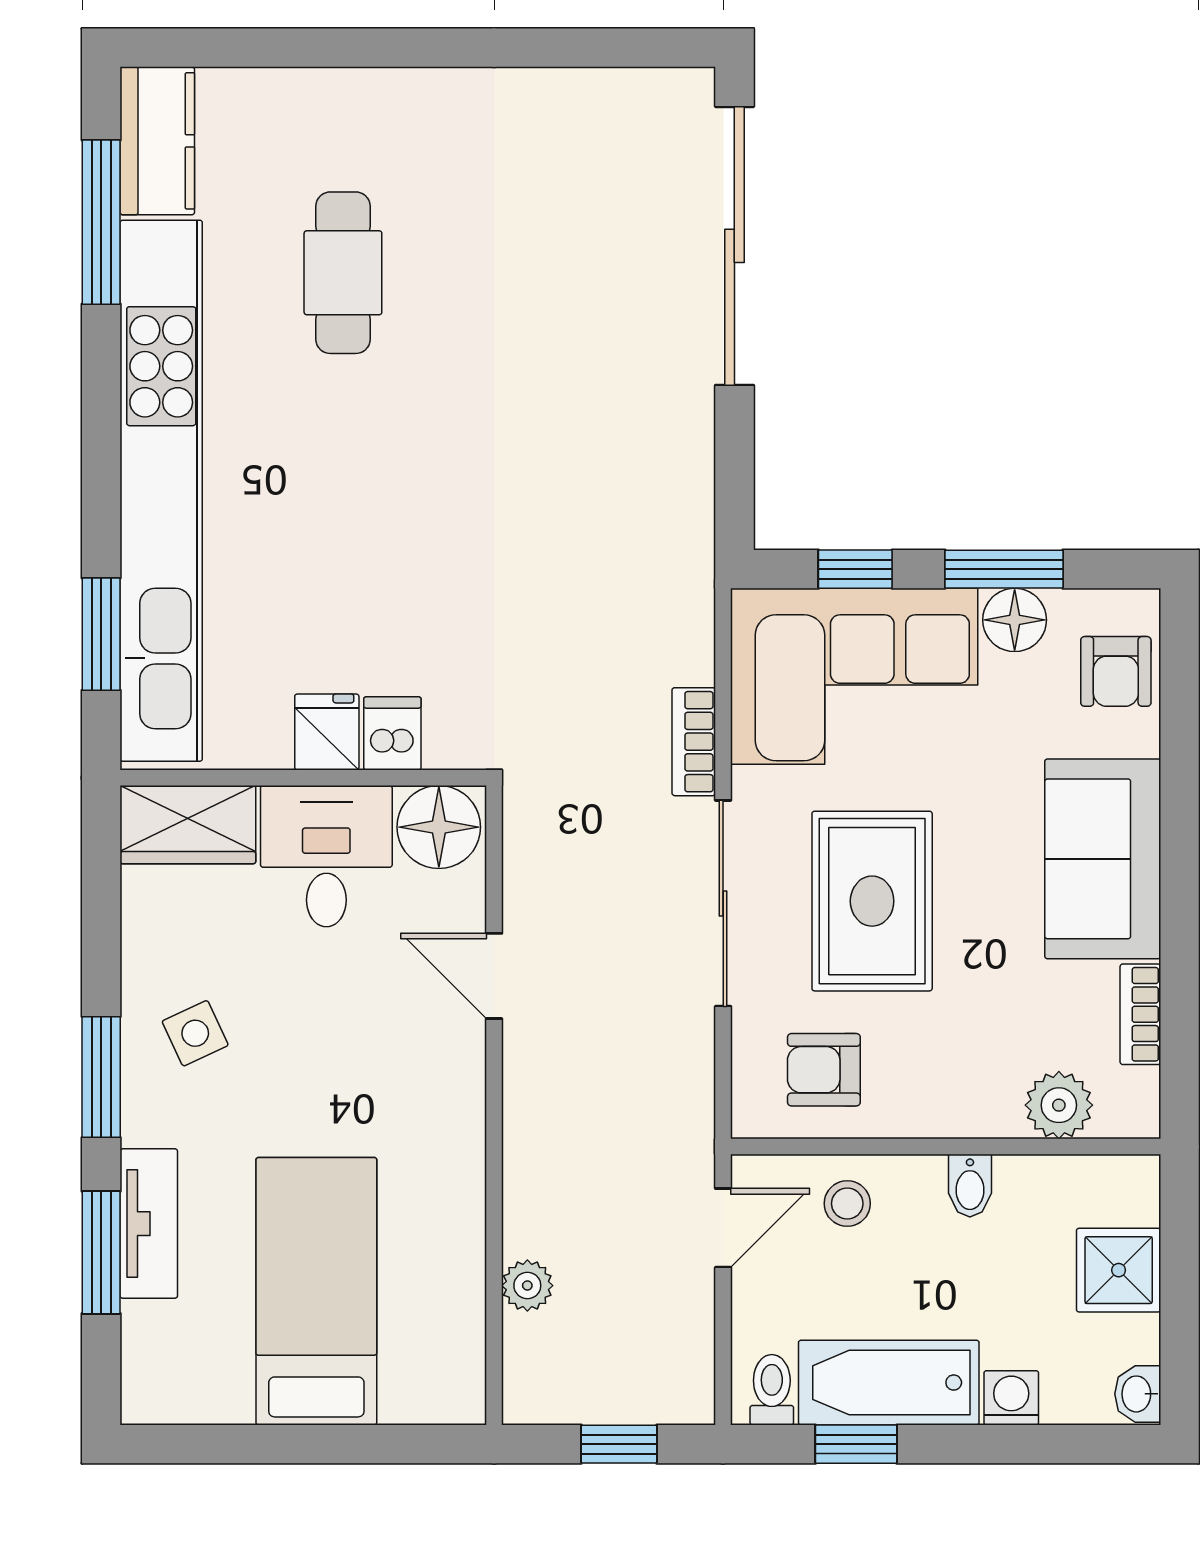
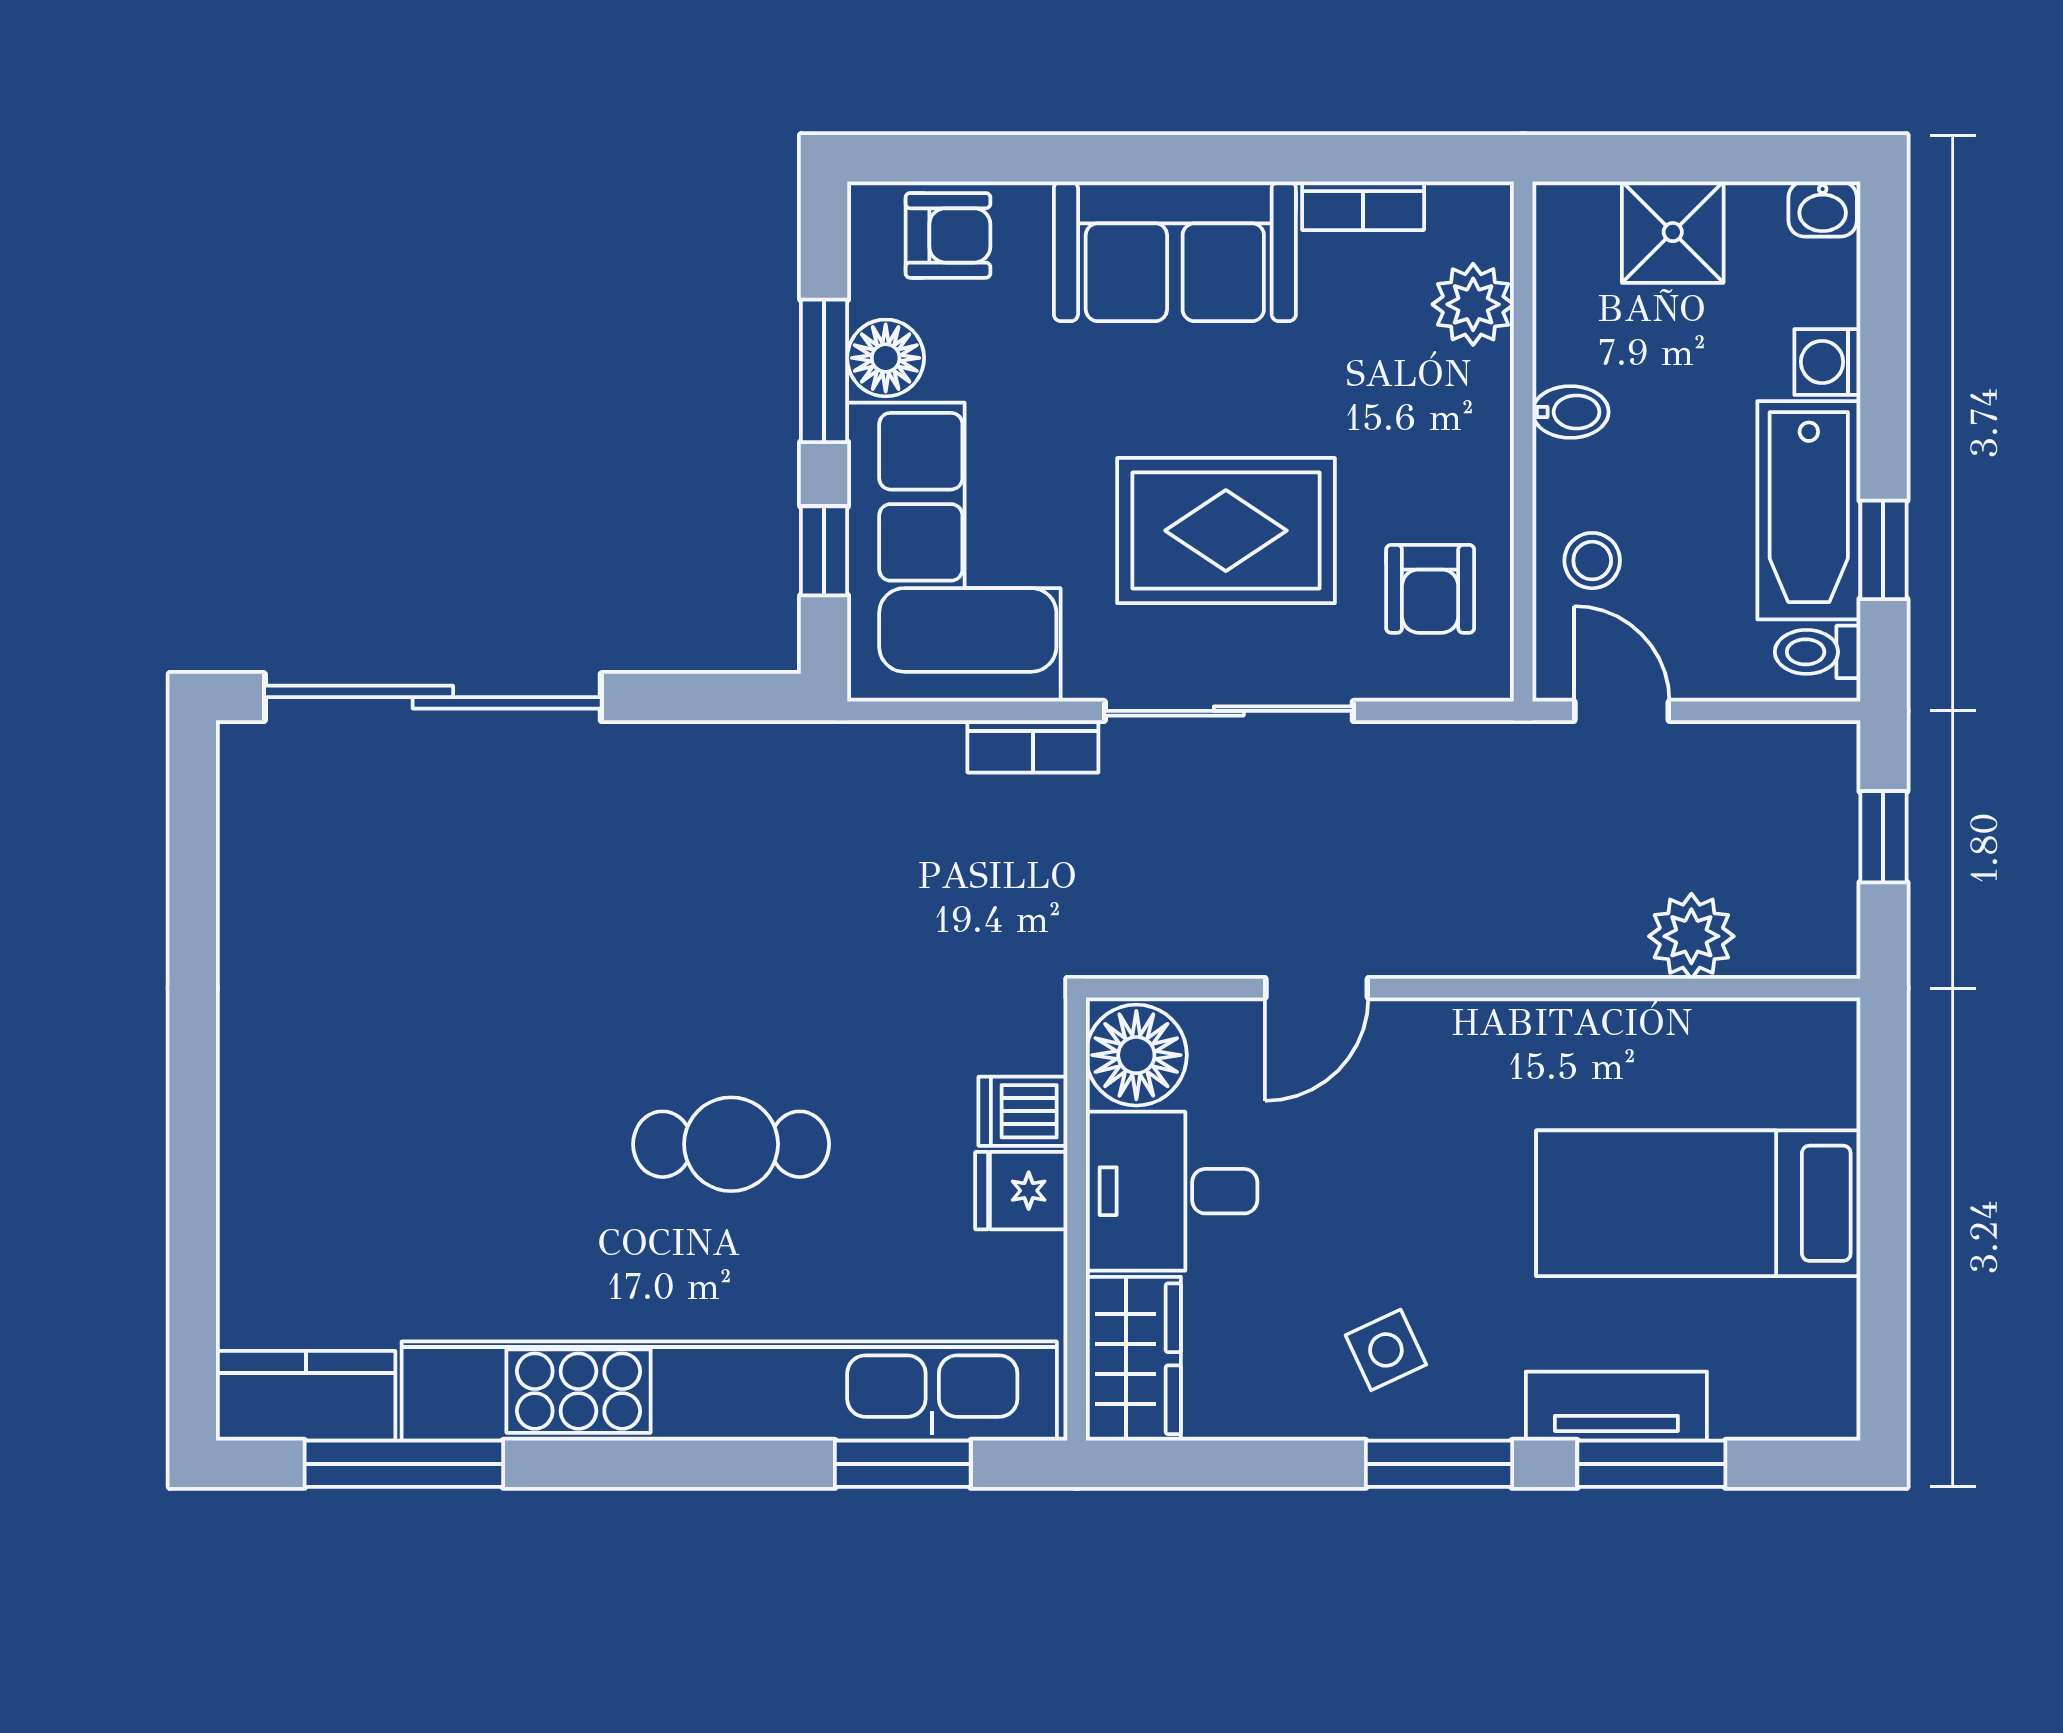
cafe table: (343, 273) -> (731, 1144), moved
plant: (527, 1286) -> (1691, 936), width x1.38, depth x1.38

